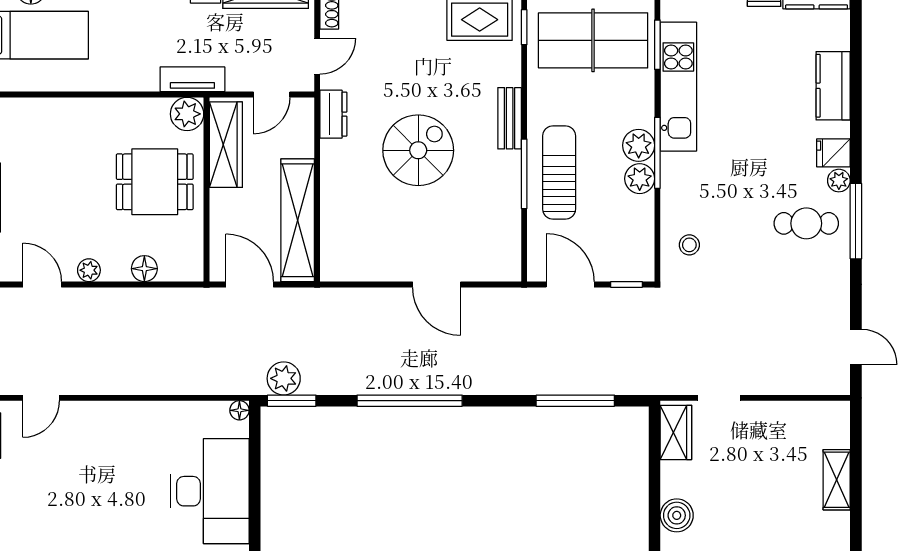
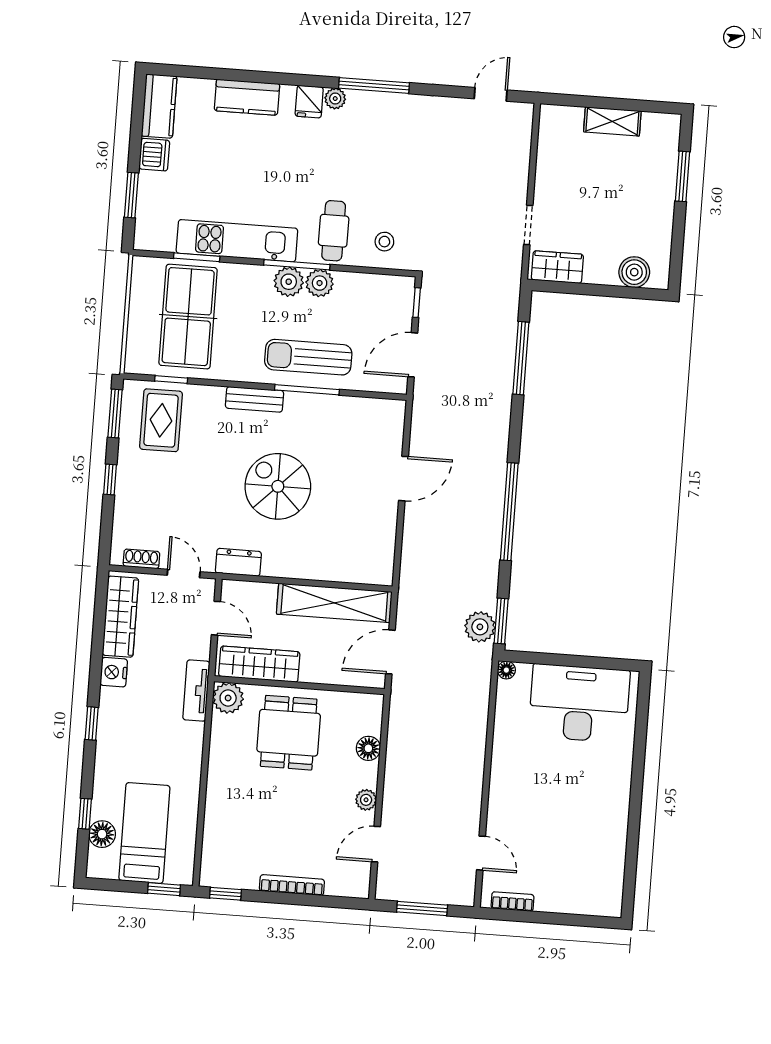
cafe table: (806, 223) -> (334, 231), moved

